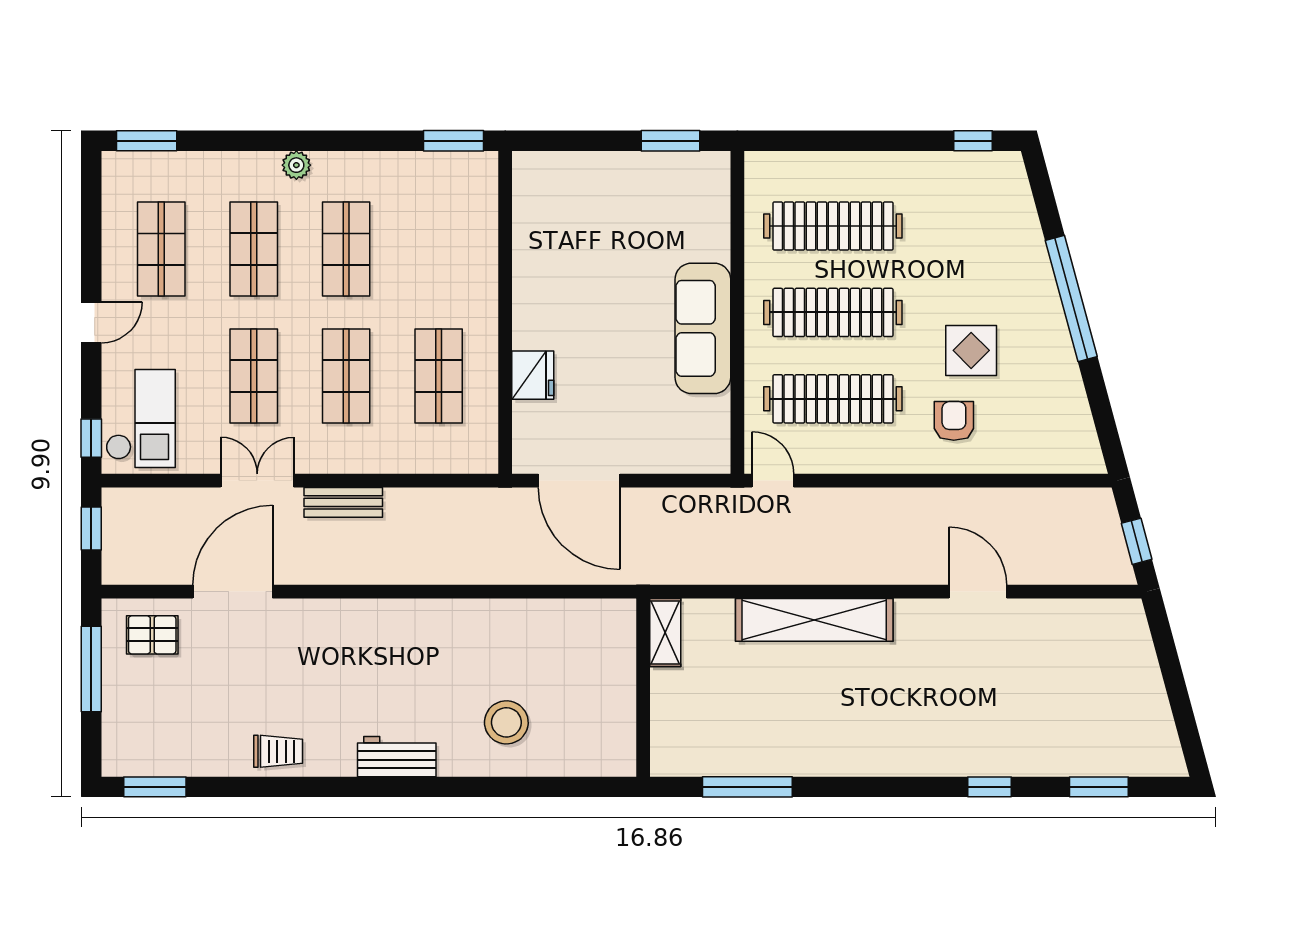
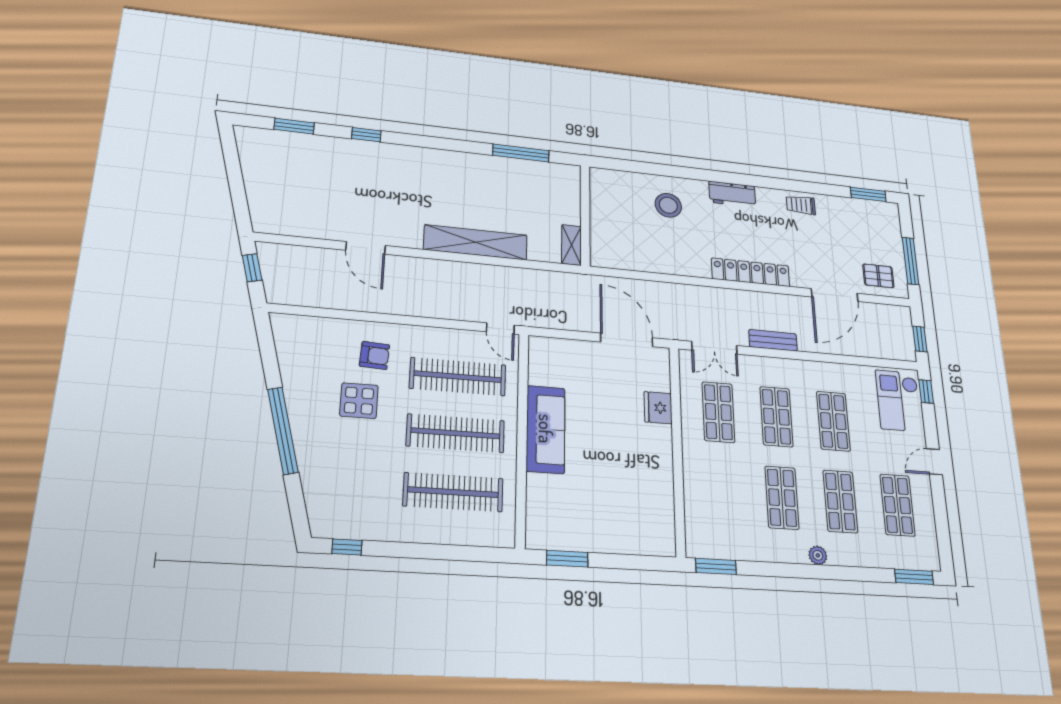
armchair: (954, 421) -> (375, 355), turned -87
double door: (257, 481) -> (714, 348), moved
locker: (373, 617) -> (751, 272), added

